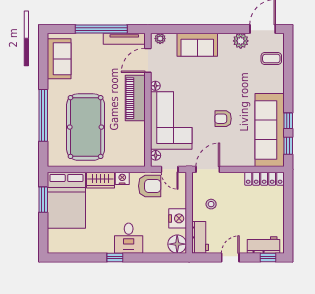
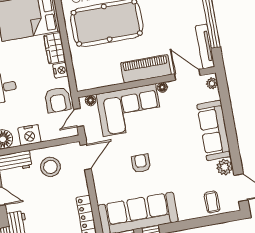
sofa: (197, 45) -> (214, 130), width x1.36
door: (208, 169) -> (86, 157), hinge flipped
stool: (211, 204) -> (50, 167), width x1.89, depth x1.89

